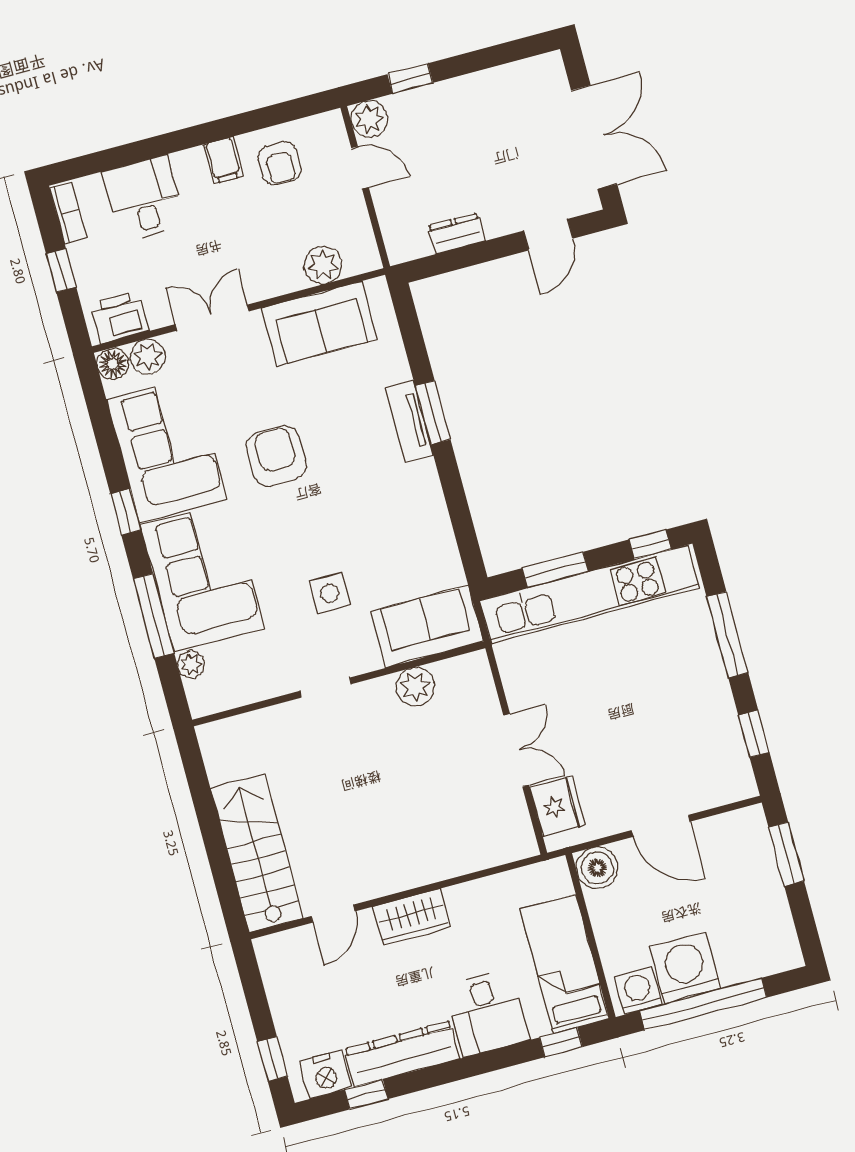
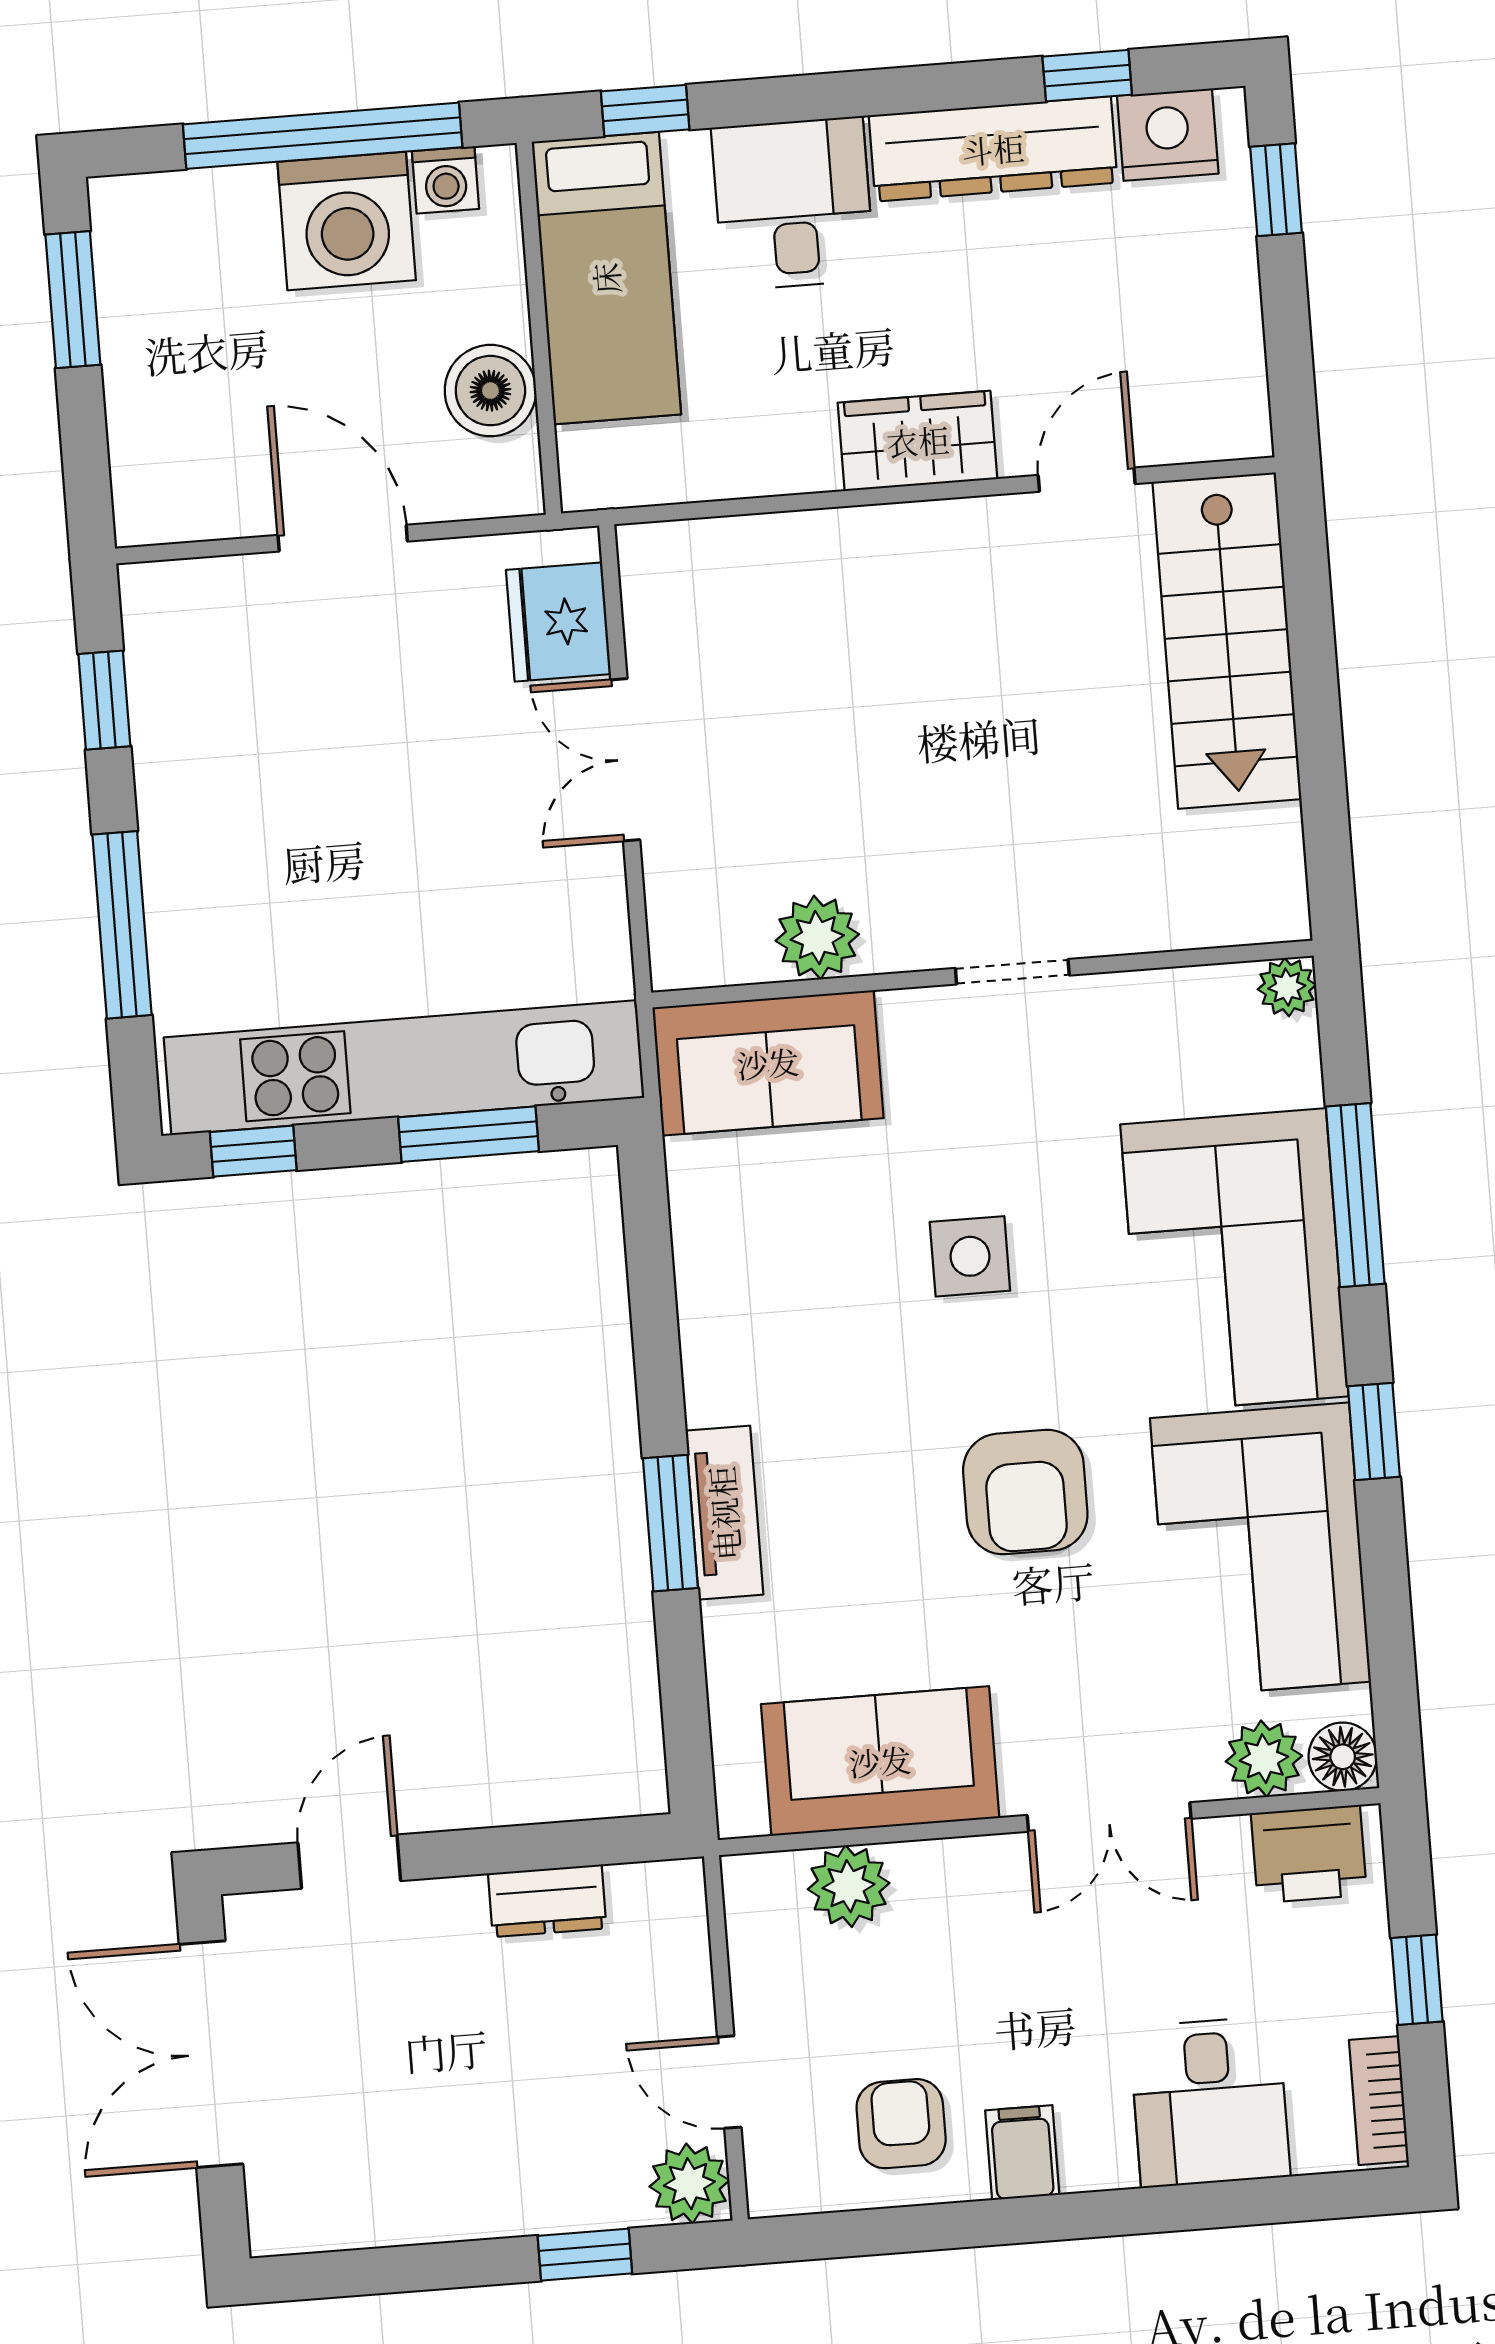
side table: (330, 593) -> (970, 1256), moved
plant: (191, 665) -> (1287, 987), moved
window: (786, 854) -> (73, 300), moved
boiler: (597, 868) -> (490, 391), moved
washing machine: (638, 991) -> (446, 180), width x0.73, depth x0.73

